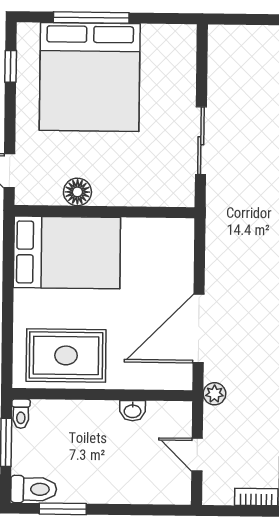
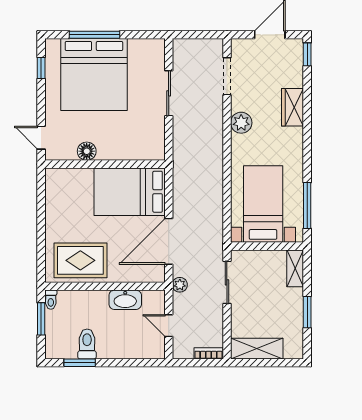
sliding door: (201, 141) -> (169, 93), moved
bed: (67, 252) -> (130, 192), moved, turned 180
washbasin: (132, 411) -> (125, 300), width x1.91, depth x1.45
toilet: (34, 489) -> (87, 344), moved, turned -90

